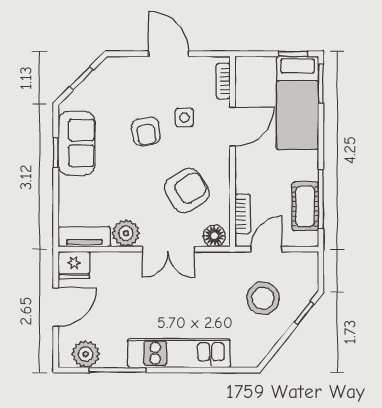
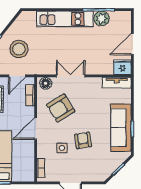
door: (232, 127) -> (36, 129), moved
sofa: (77, 143) -> (121, 128), width x1.36
plant: (126, 233) -> (94, 85), removed
plant: (86, 354) -> (102, 18), moved

